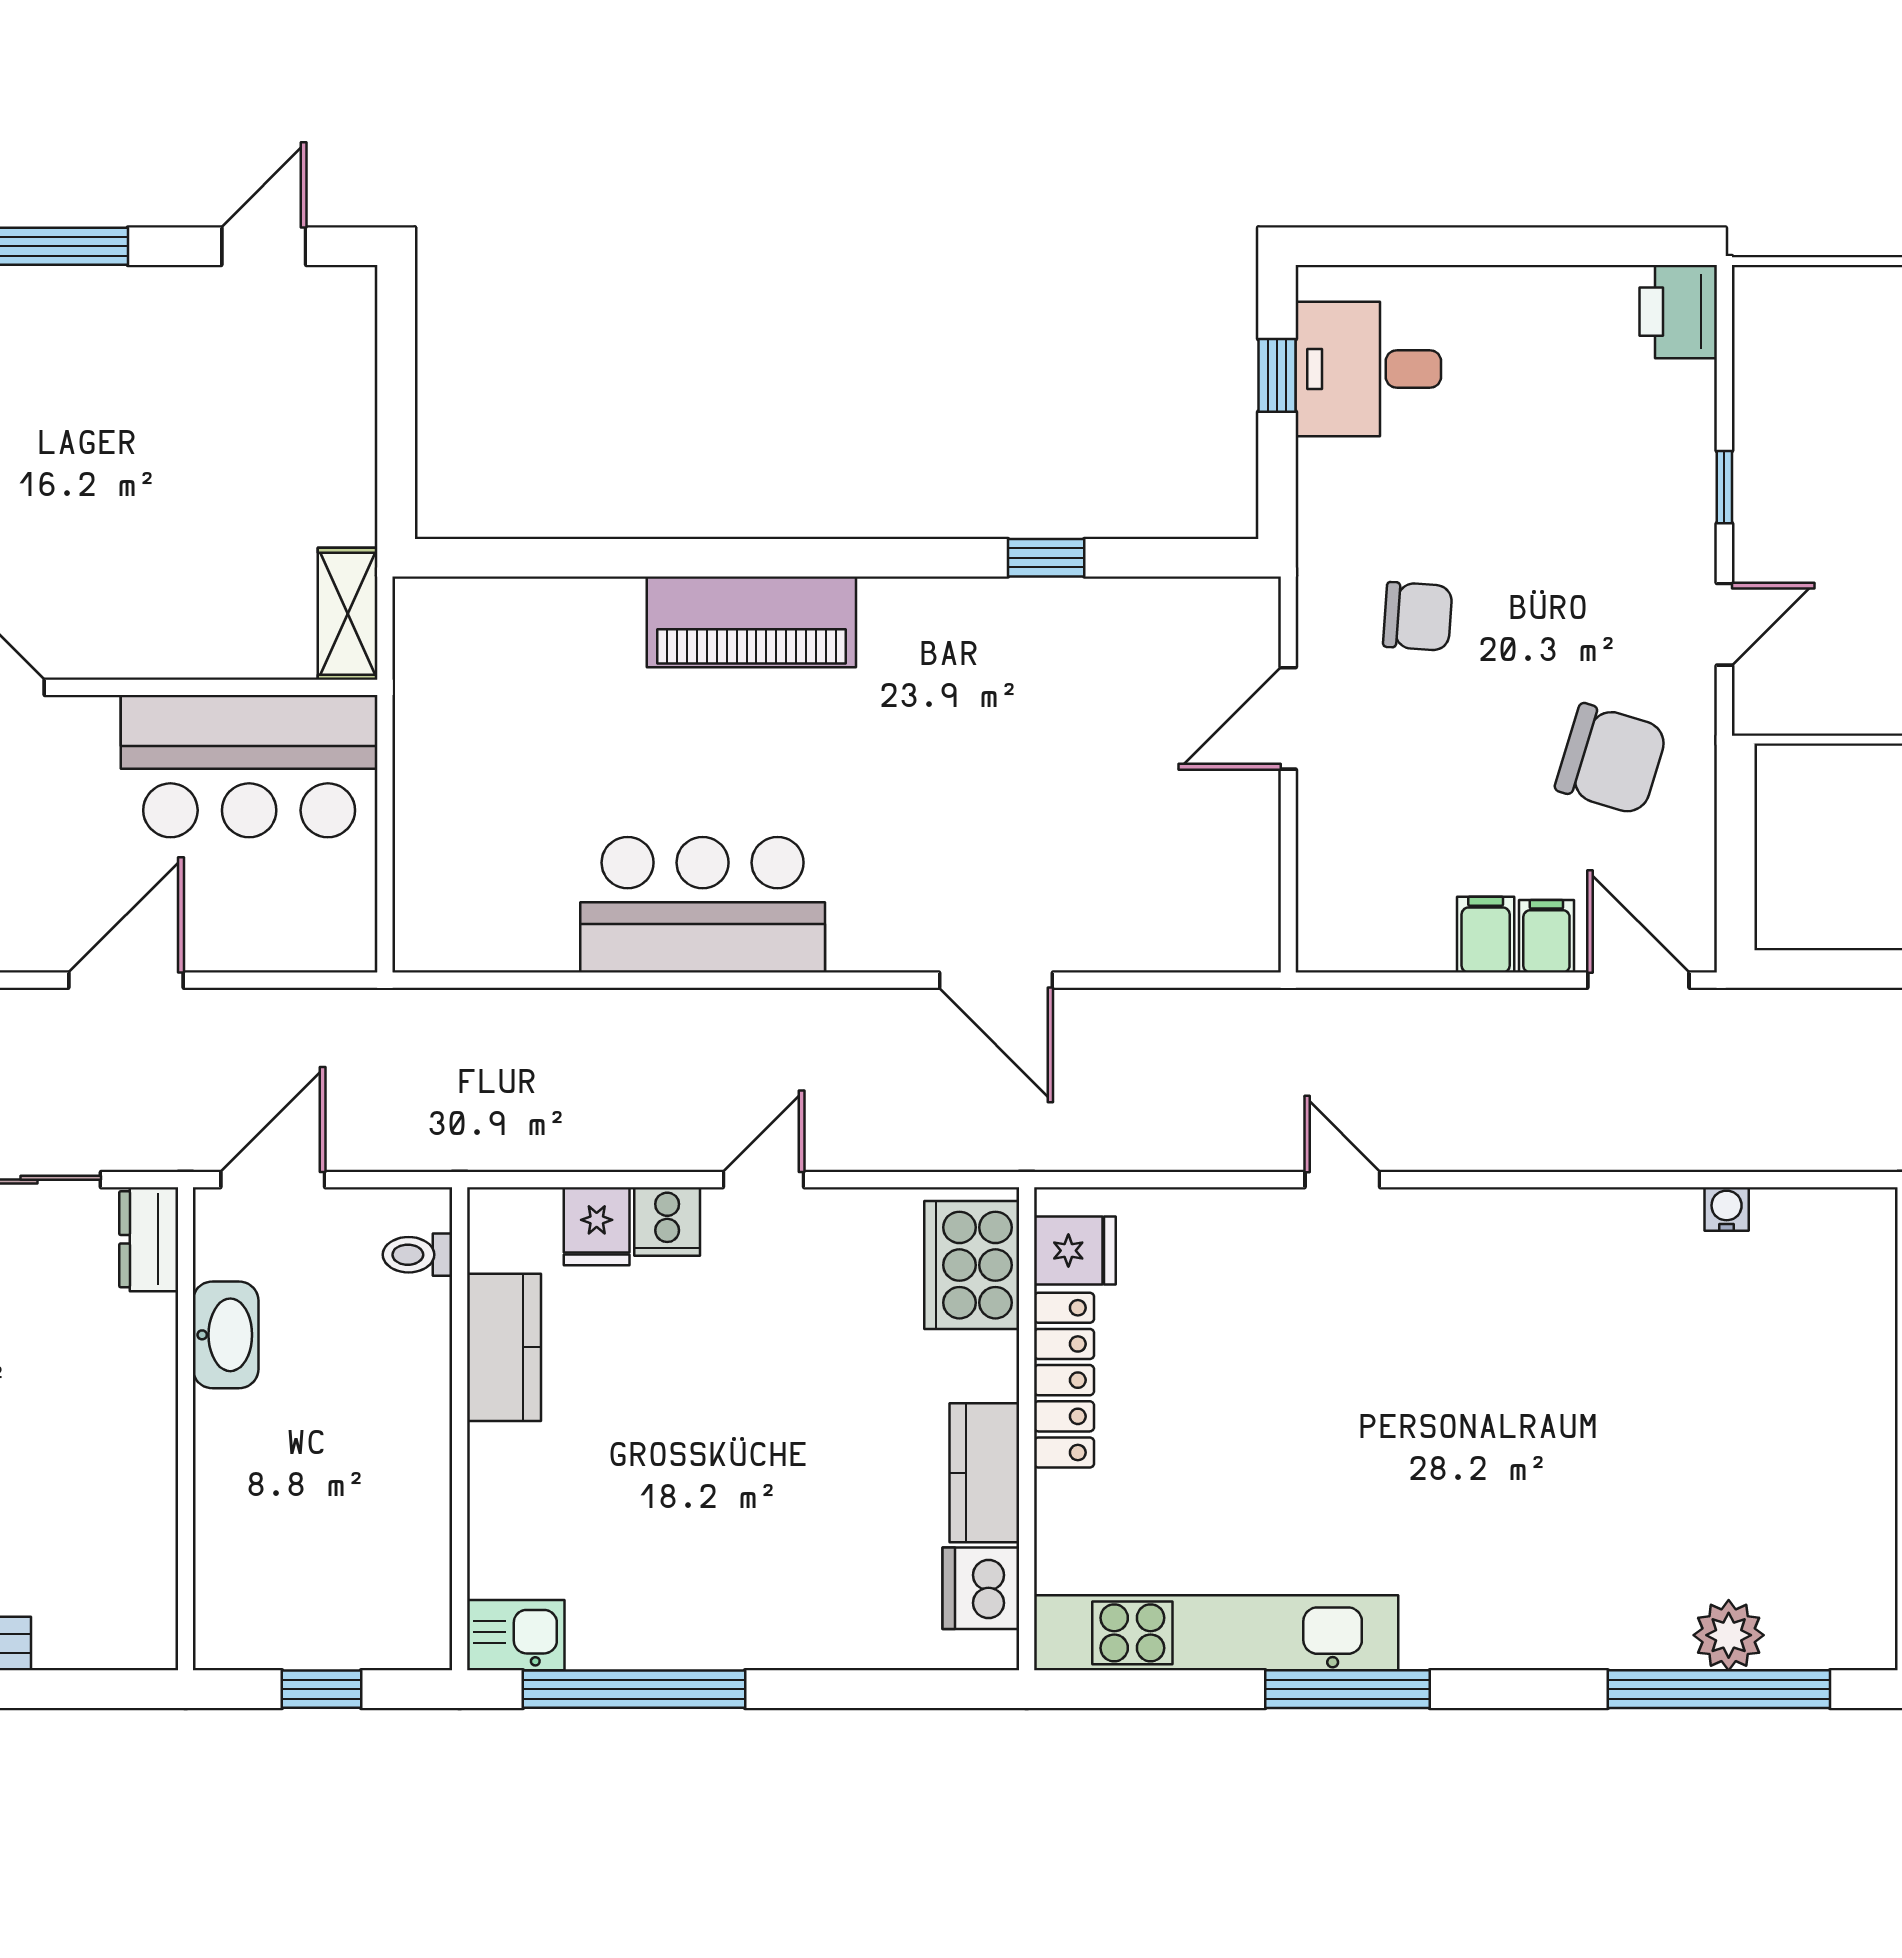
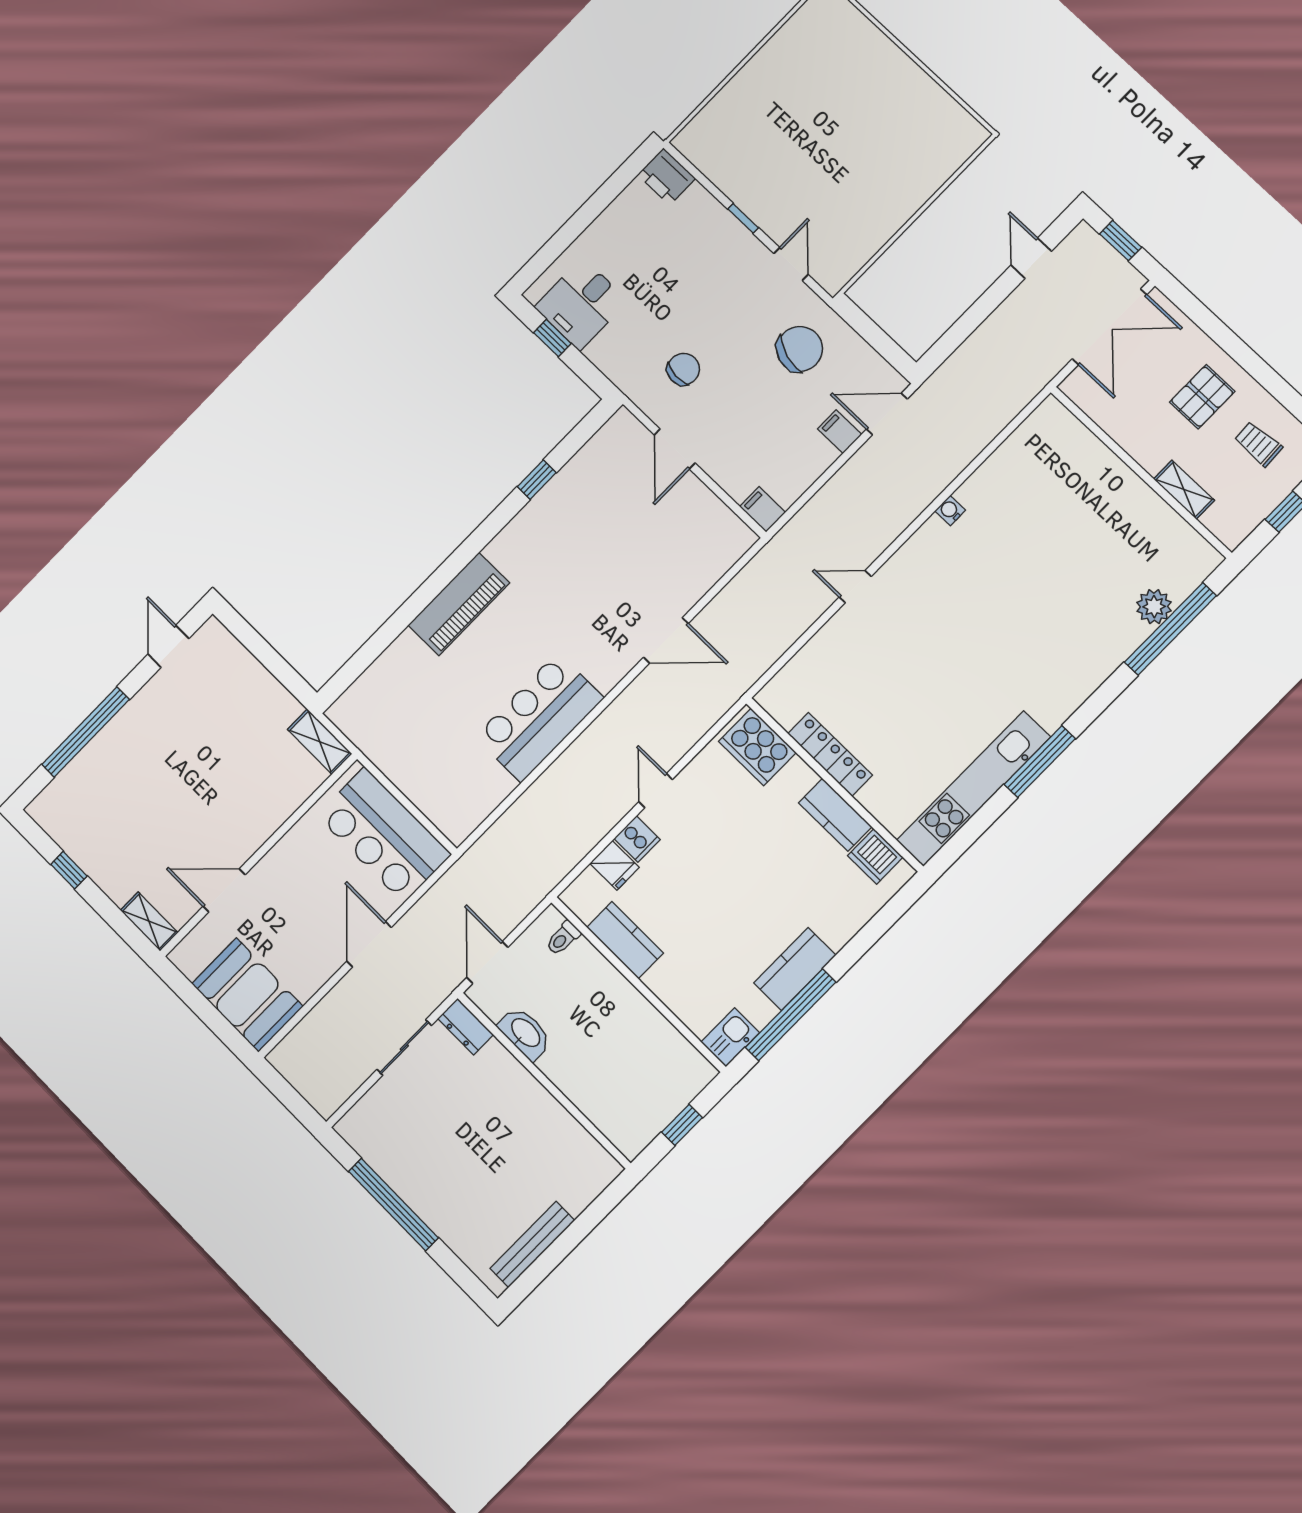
bar counter: (249, 766) -> (384, 835), moved, turned 90
filing cabinet: (1486, 935) -> (763, 509), moved
water cooler: (1727, 1209) -> (950, 510), moved
fridge: (1075, 1251) -> (788, 706), removed
kitchen counter: (705, 1631) -> (795, 969), added

